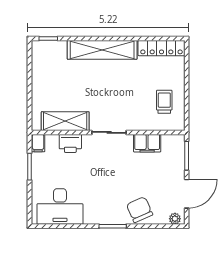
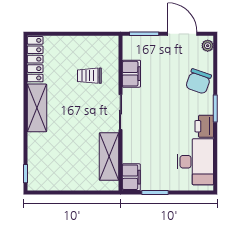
shelving: (102, 50) -> (37, 108), width x0.68
trolley: (164, 102) -> (89, 76), moved
filing cabinet: (38, 143) -> (131, 177), width x2.00
printer: (70, 143) -> (204, 126), moved, turned 180
chair: (140, 210) -> (198, 81), turned -47

